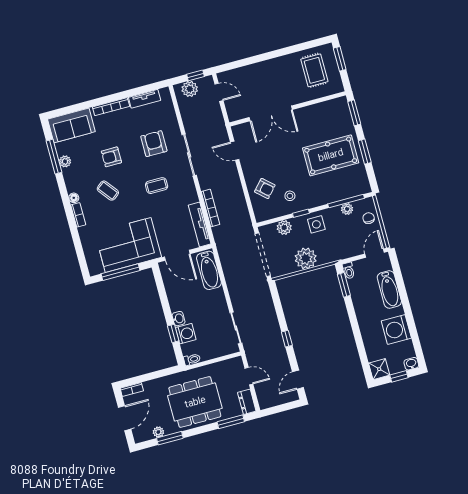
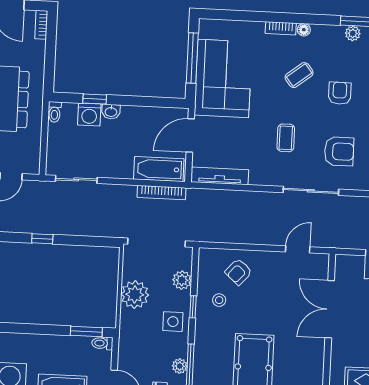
bookcase: (211, 208) -> (162, 193), moved

